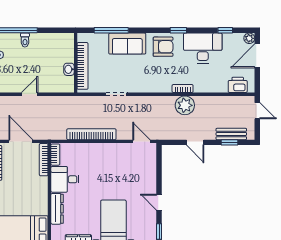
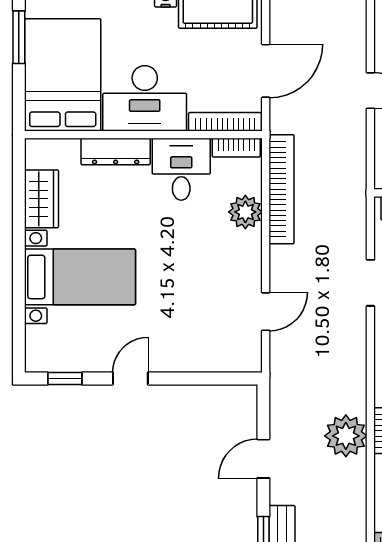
bookcase: (91, 134) -> (282, 189), moved
door: (141, 141) -> (266, 312), moved
plant: (84, 150) -> (245, 212), added
desk: (33, 196) -> (145, 98), added

